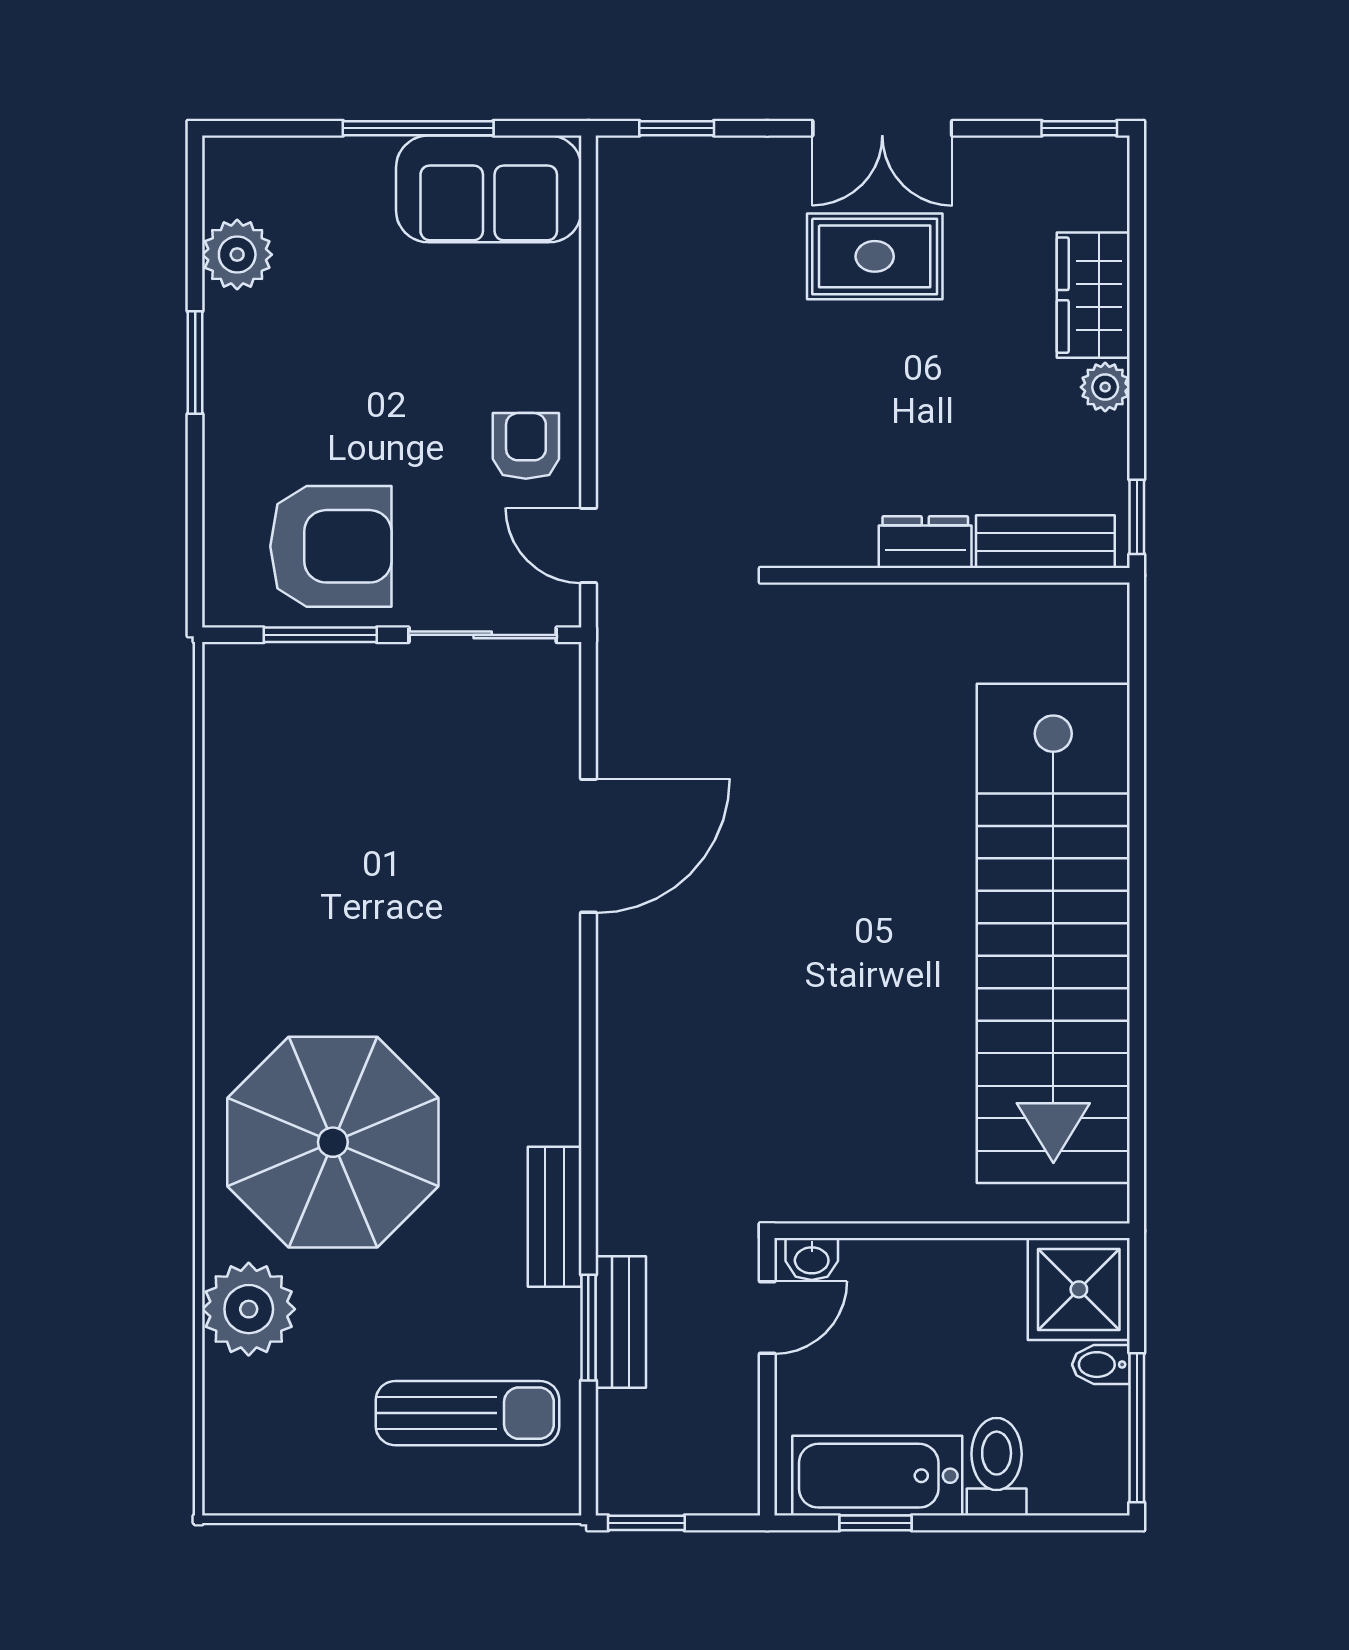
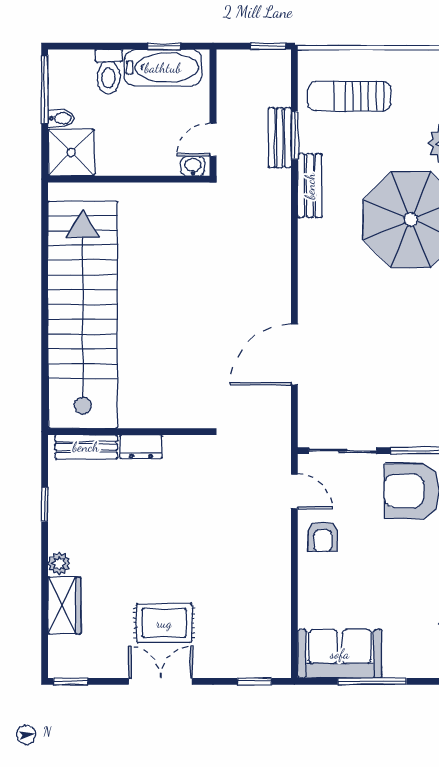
dresser: (925, 542) -> (141, 447), moved
bench: (1045, 542) -> (86, 447), moved
wall: (952, 575) -> (129, 432), moved

